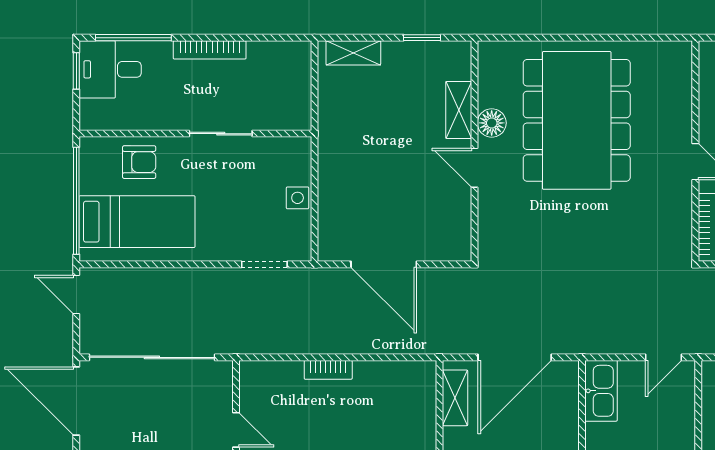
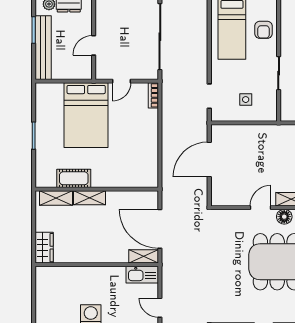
side table: (298, 198) -> (246, 100), moved
bookcase: (328, 370) -> (153, 95), moved
shelving: (455, 398) -> (144, 256), moved

